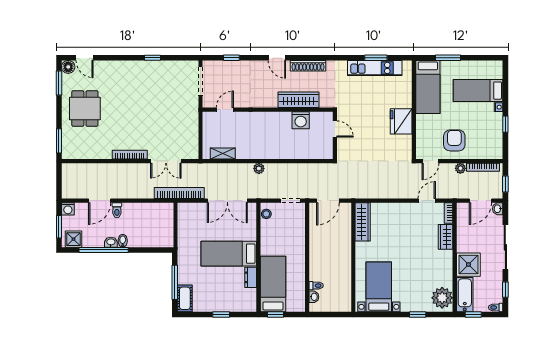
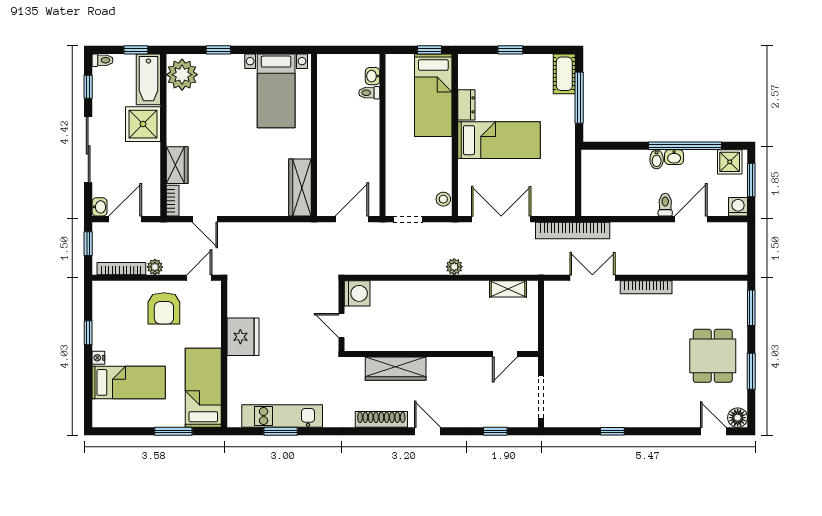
window: (59, 83) -> (751, 371), moved
washing machine: (301, 120) -> (357, 293), moved, turned 90
door: (427, 201) -> (205, 219), hinge flipped

